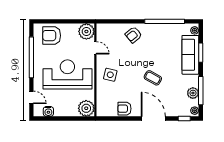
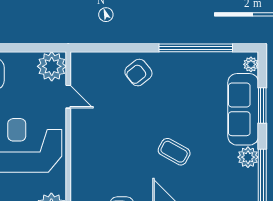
side table: (110, 75) -> (96, 146), removed
plant: (193, 93) -> (248, 157), moved

